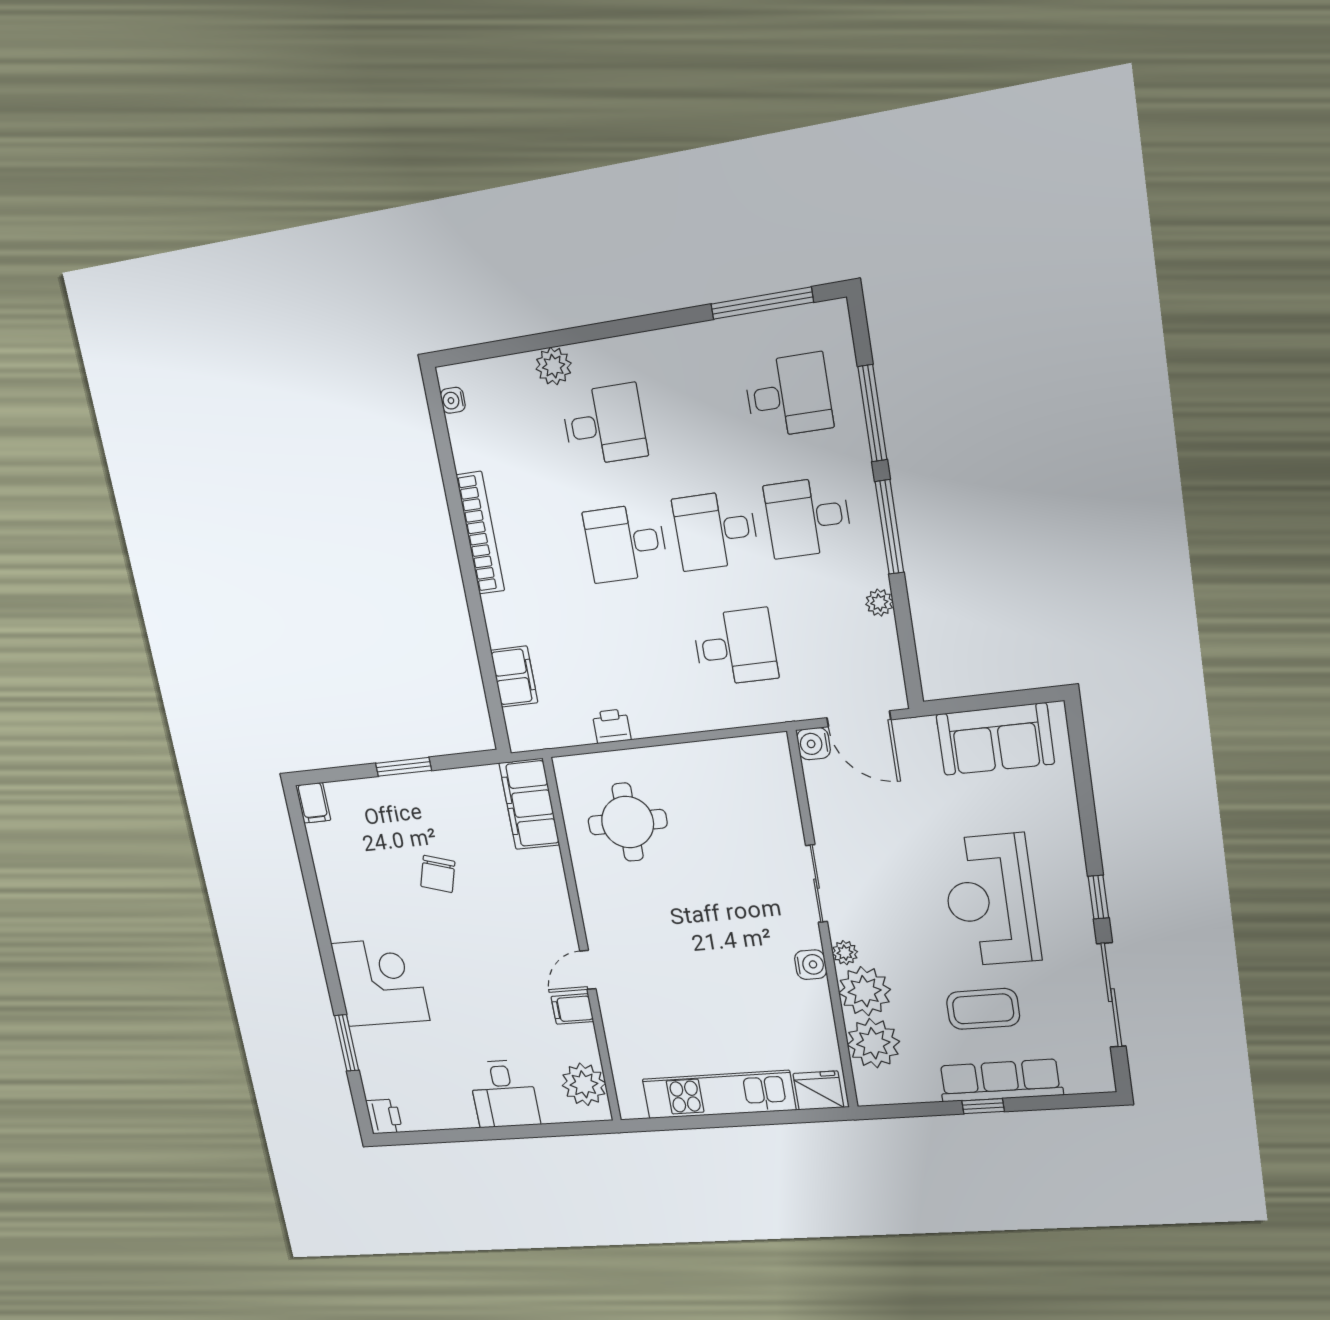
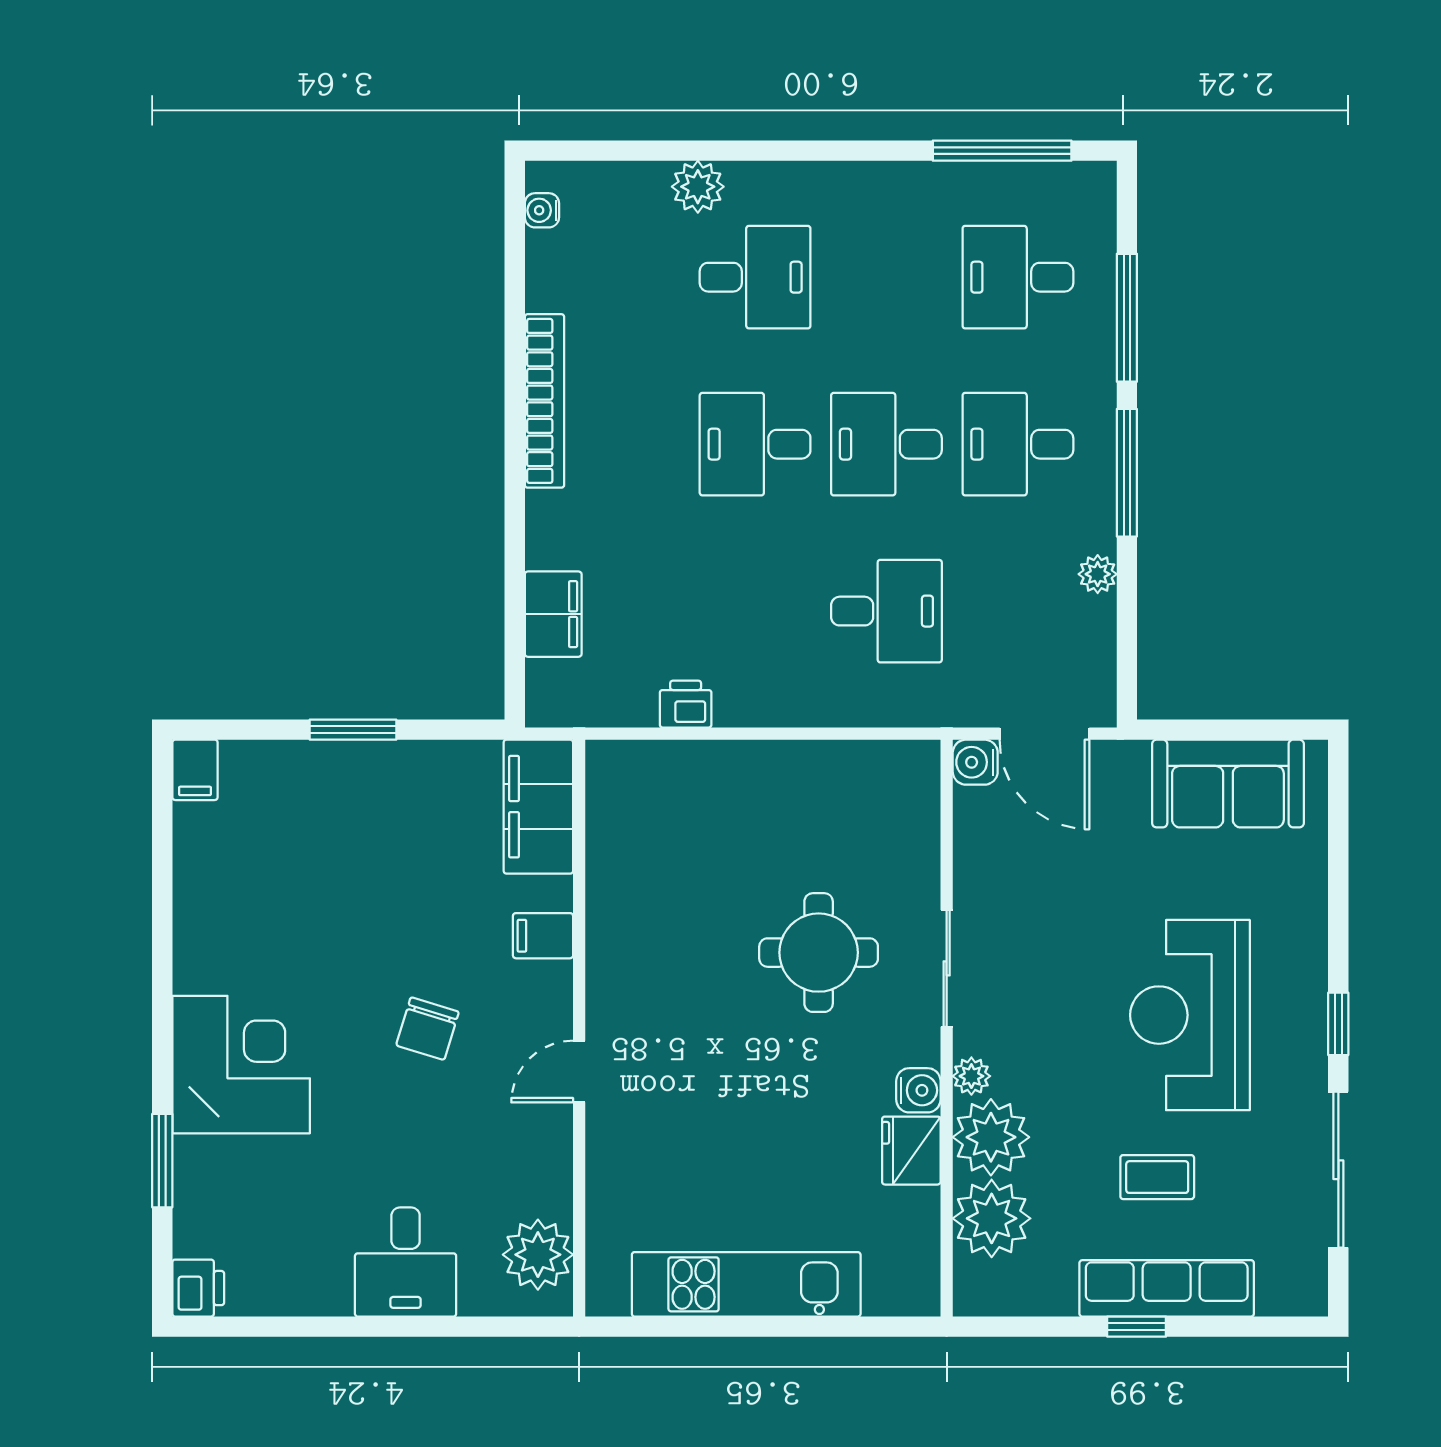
desk: (789, 396) -> (1018, 277), turned 180
round table: (628, 822) -> (819, 953), moved
chair: (438, 874) -> (427, 1029), moved
filing cabinet: (572, 1009) -> (543, 936), moved
coffee table: (983, 1009) -> (1157, 1177), width x0.73, depth x0.77
fridge: (818, 1090) -> (911, 1151), moved, turned -90

